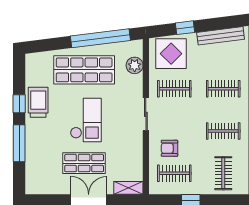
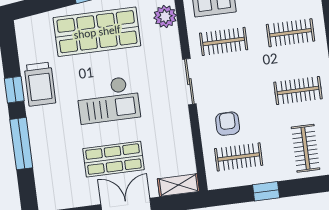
trolley: (38, 102) -> (40, 84), turned 180
checkout: (86, 120) -> (108, 100), turned 90
armchair: (169, 148) -> (228, 124), turned 90

